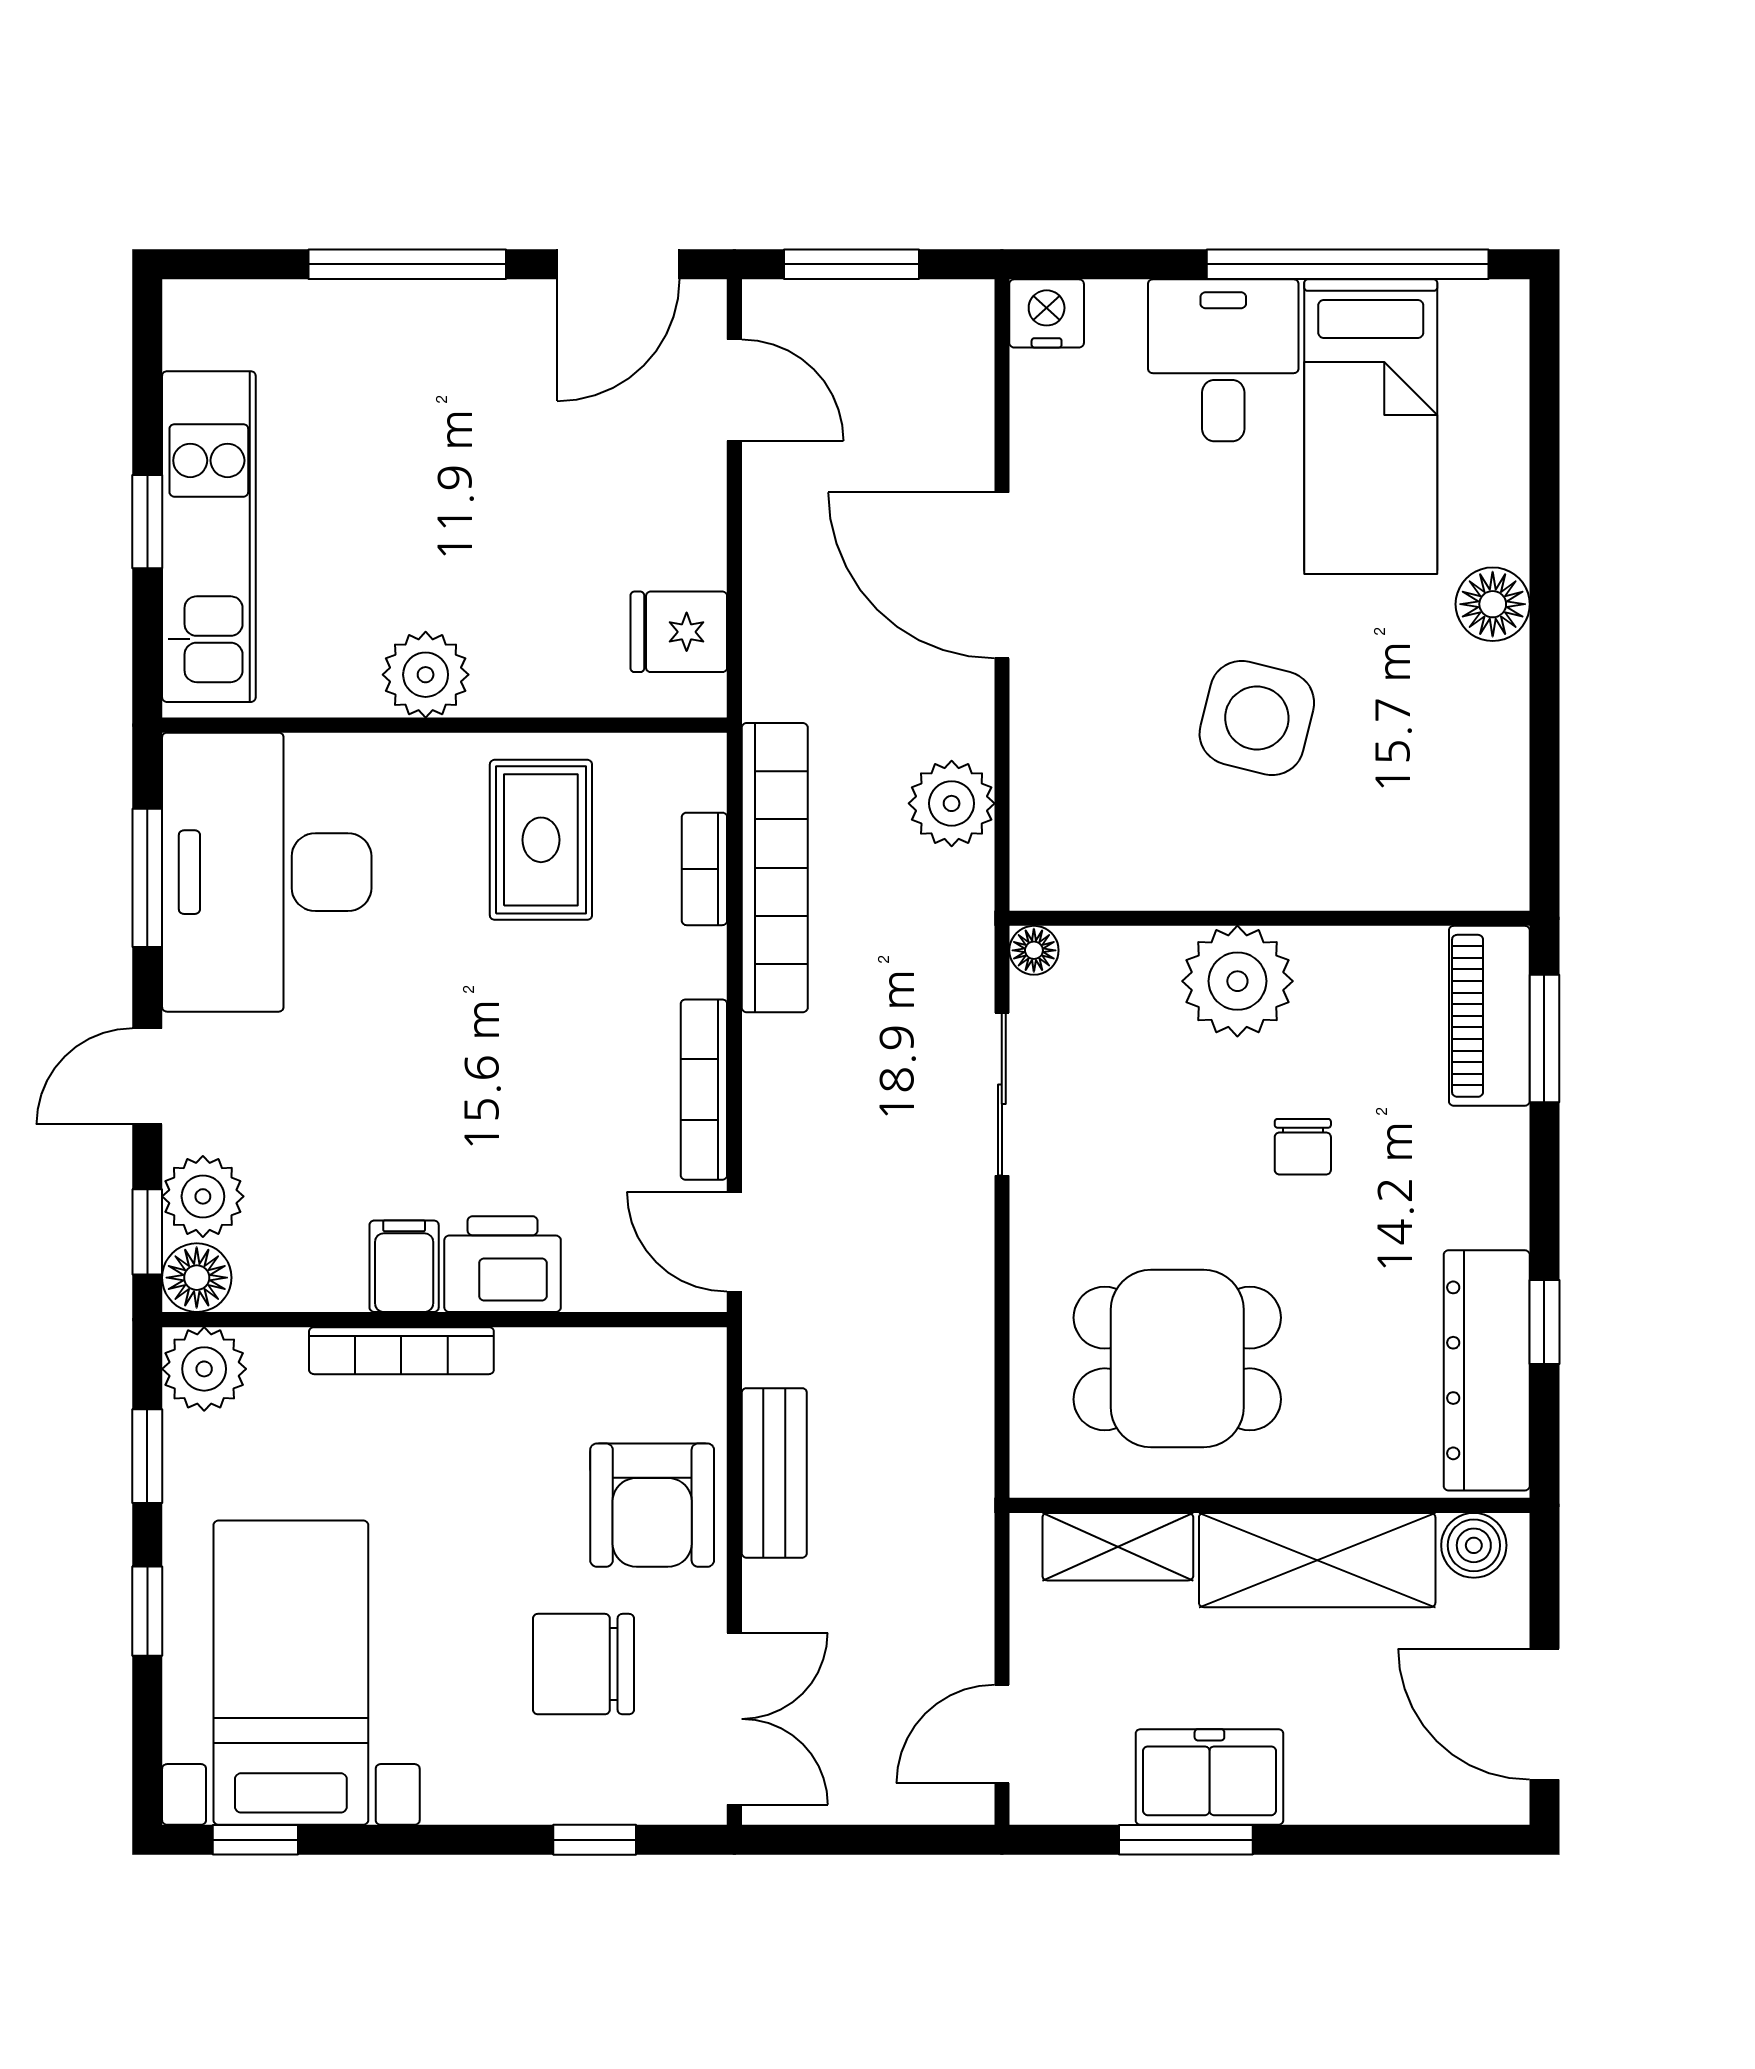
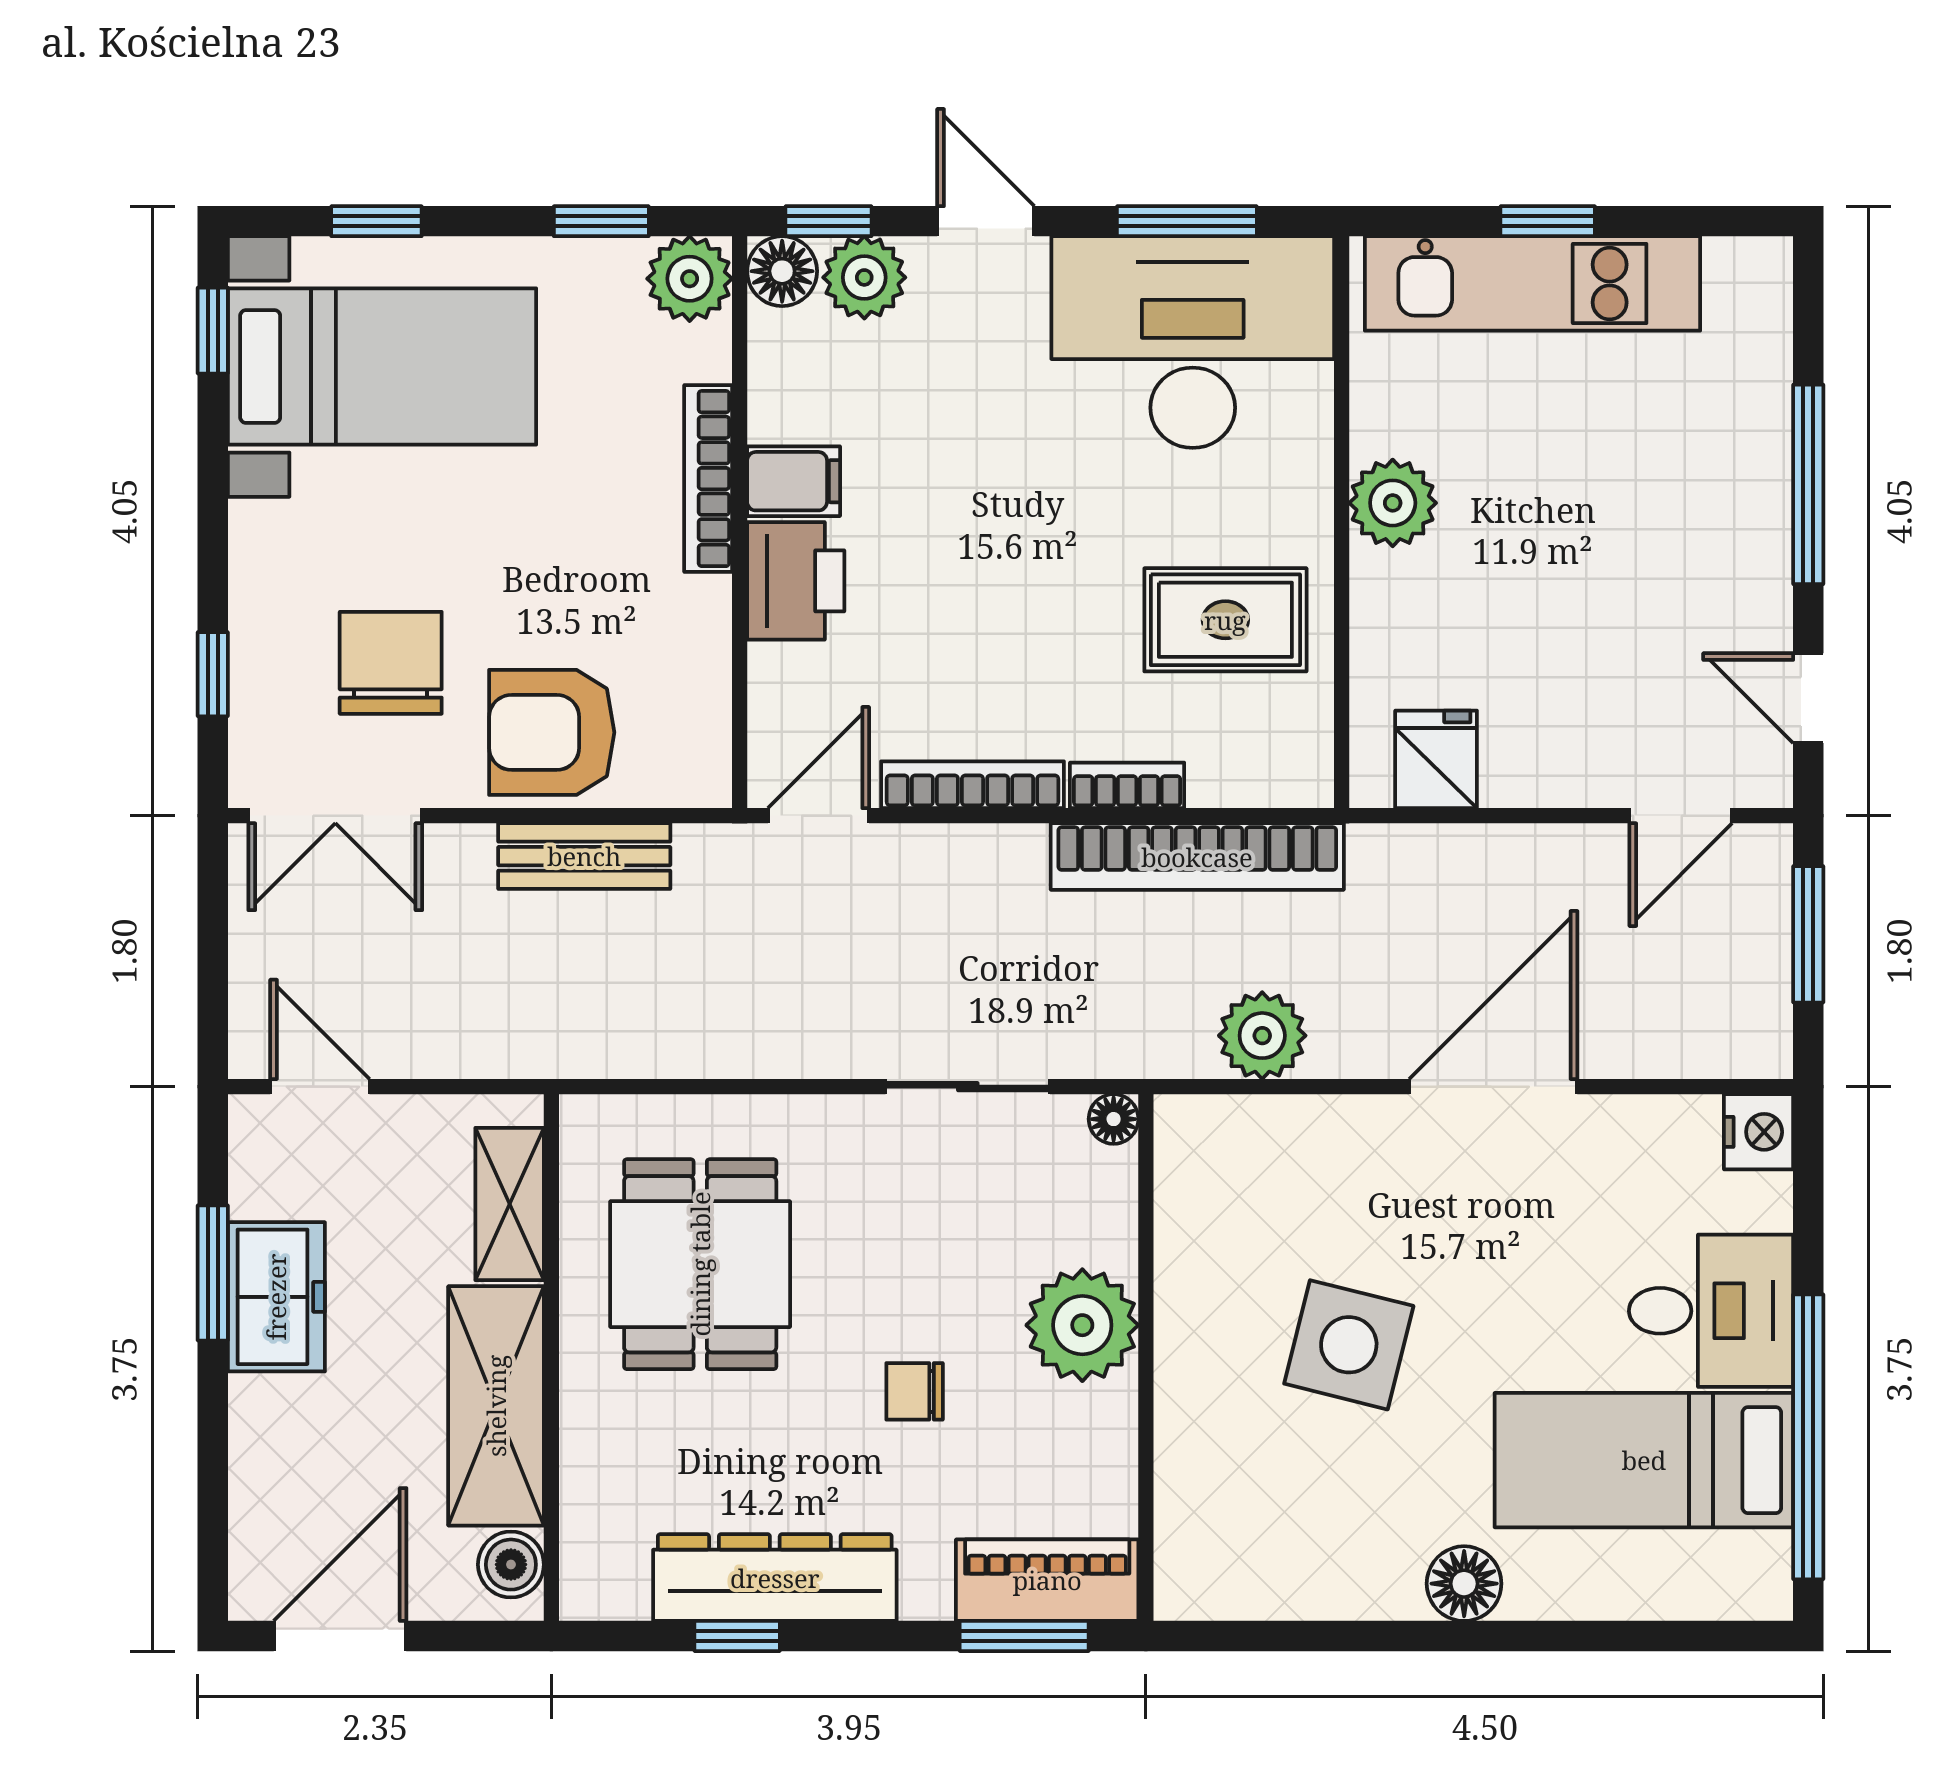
door: (618, 264) -> (1808, 698), width x0.73
bookcase: (704, 869) -> (1127, 785), moved
dresser: (1487, 1370) -> (775, 1578), moved
window: (147, 1611) -> (376, 221), moved

